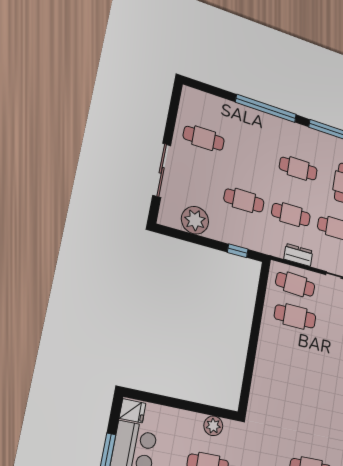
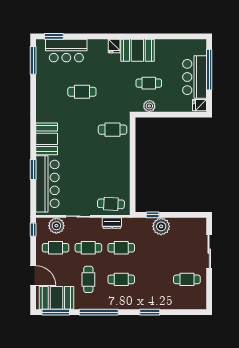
window: (266, 108) -> (150, 312), width x0.47
cafe table: (244, 200) -> (154, 248), removed
plant: (195, 220) -> (161, 226), moved
cafe table: (295, 316) -> (113, 130), moved

